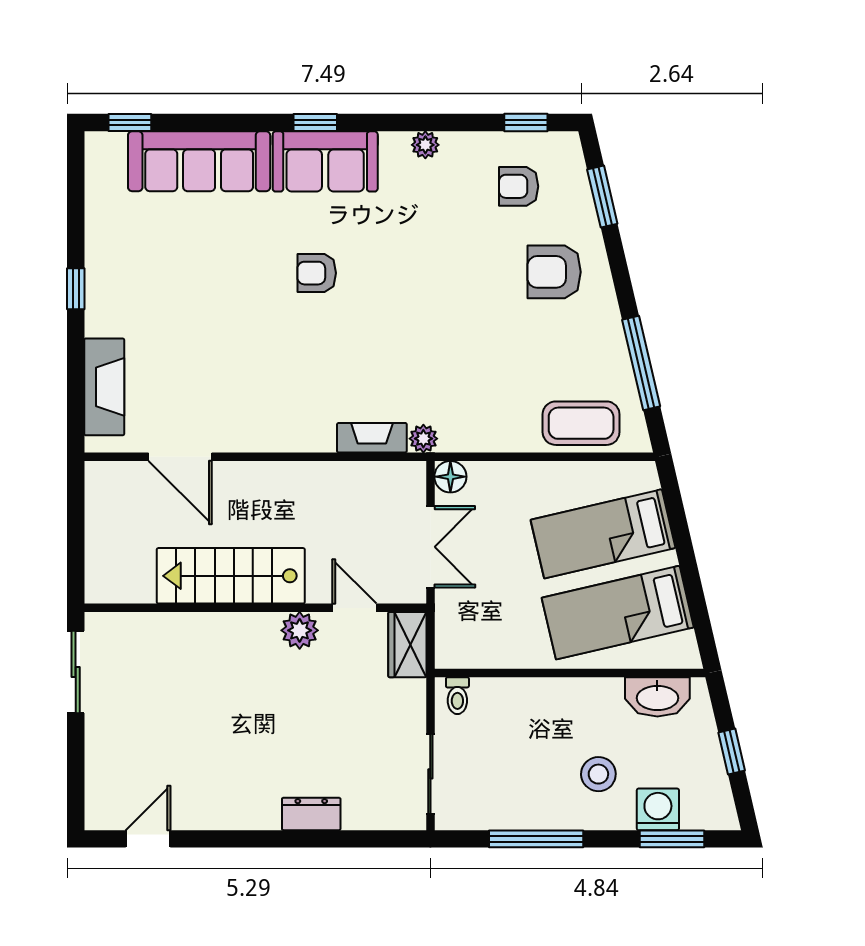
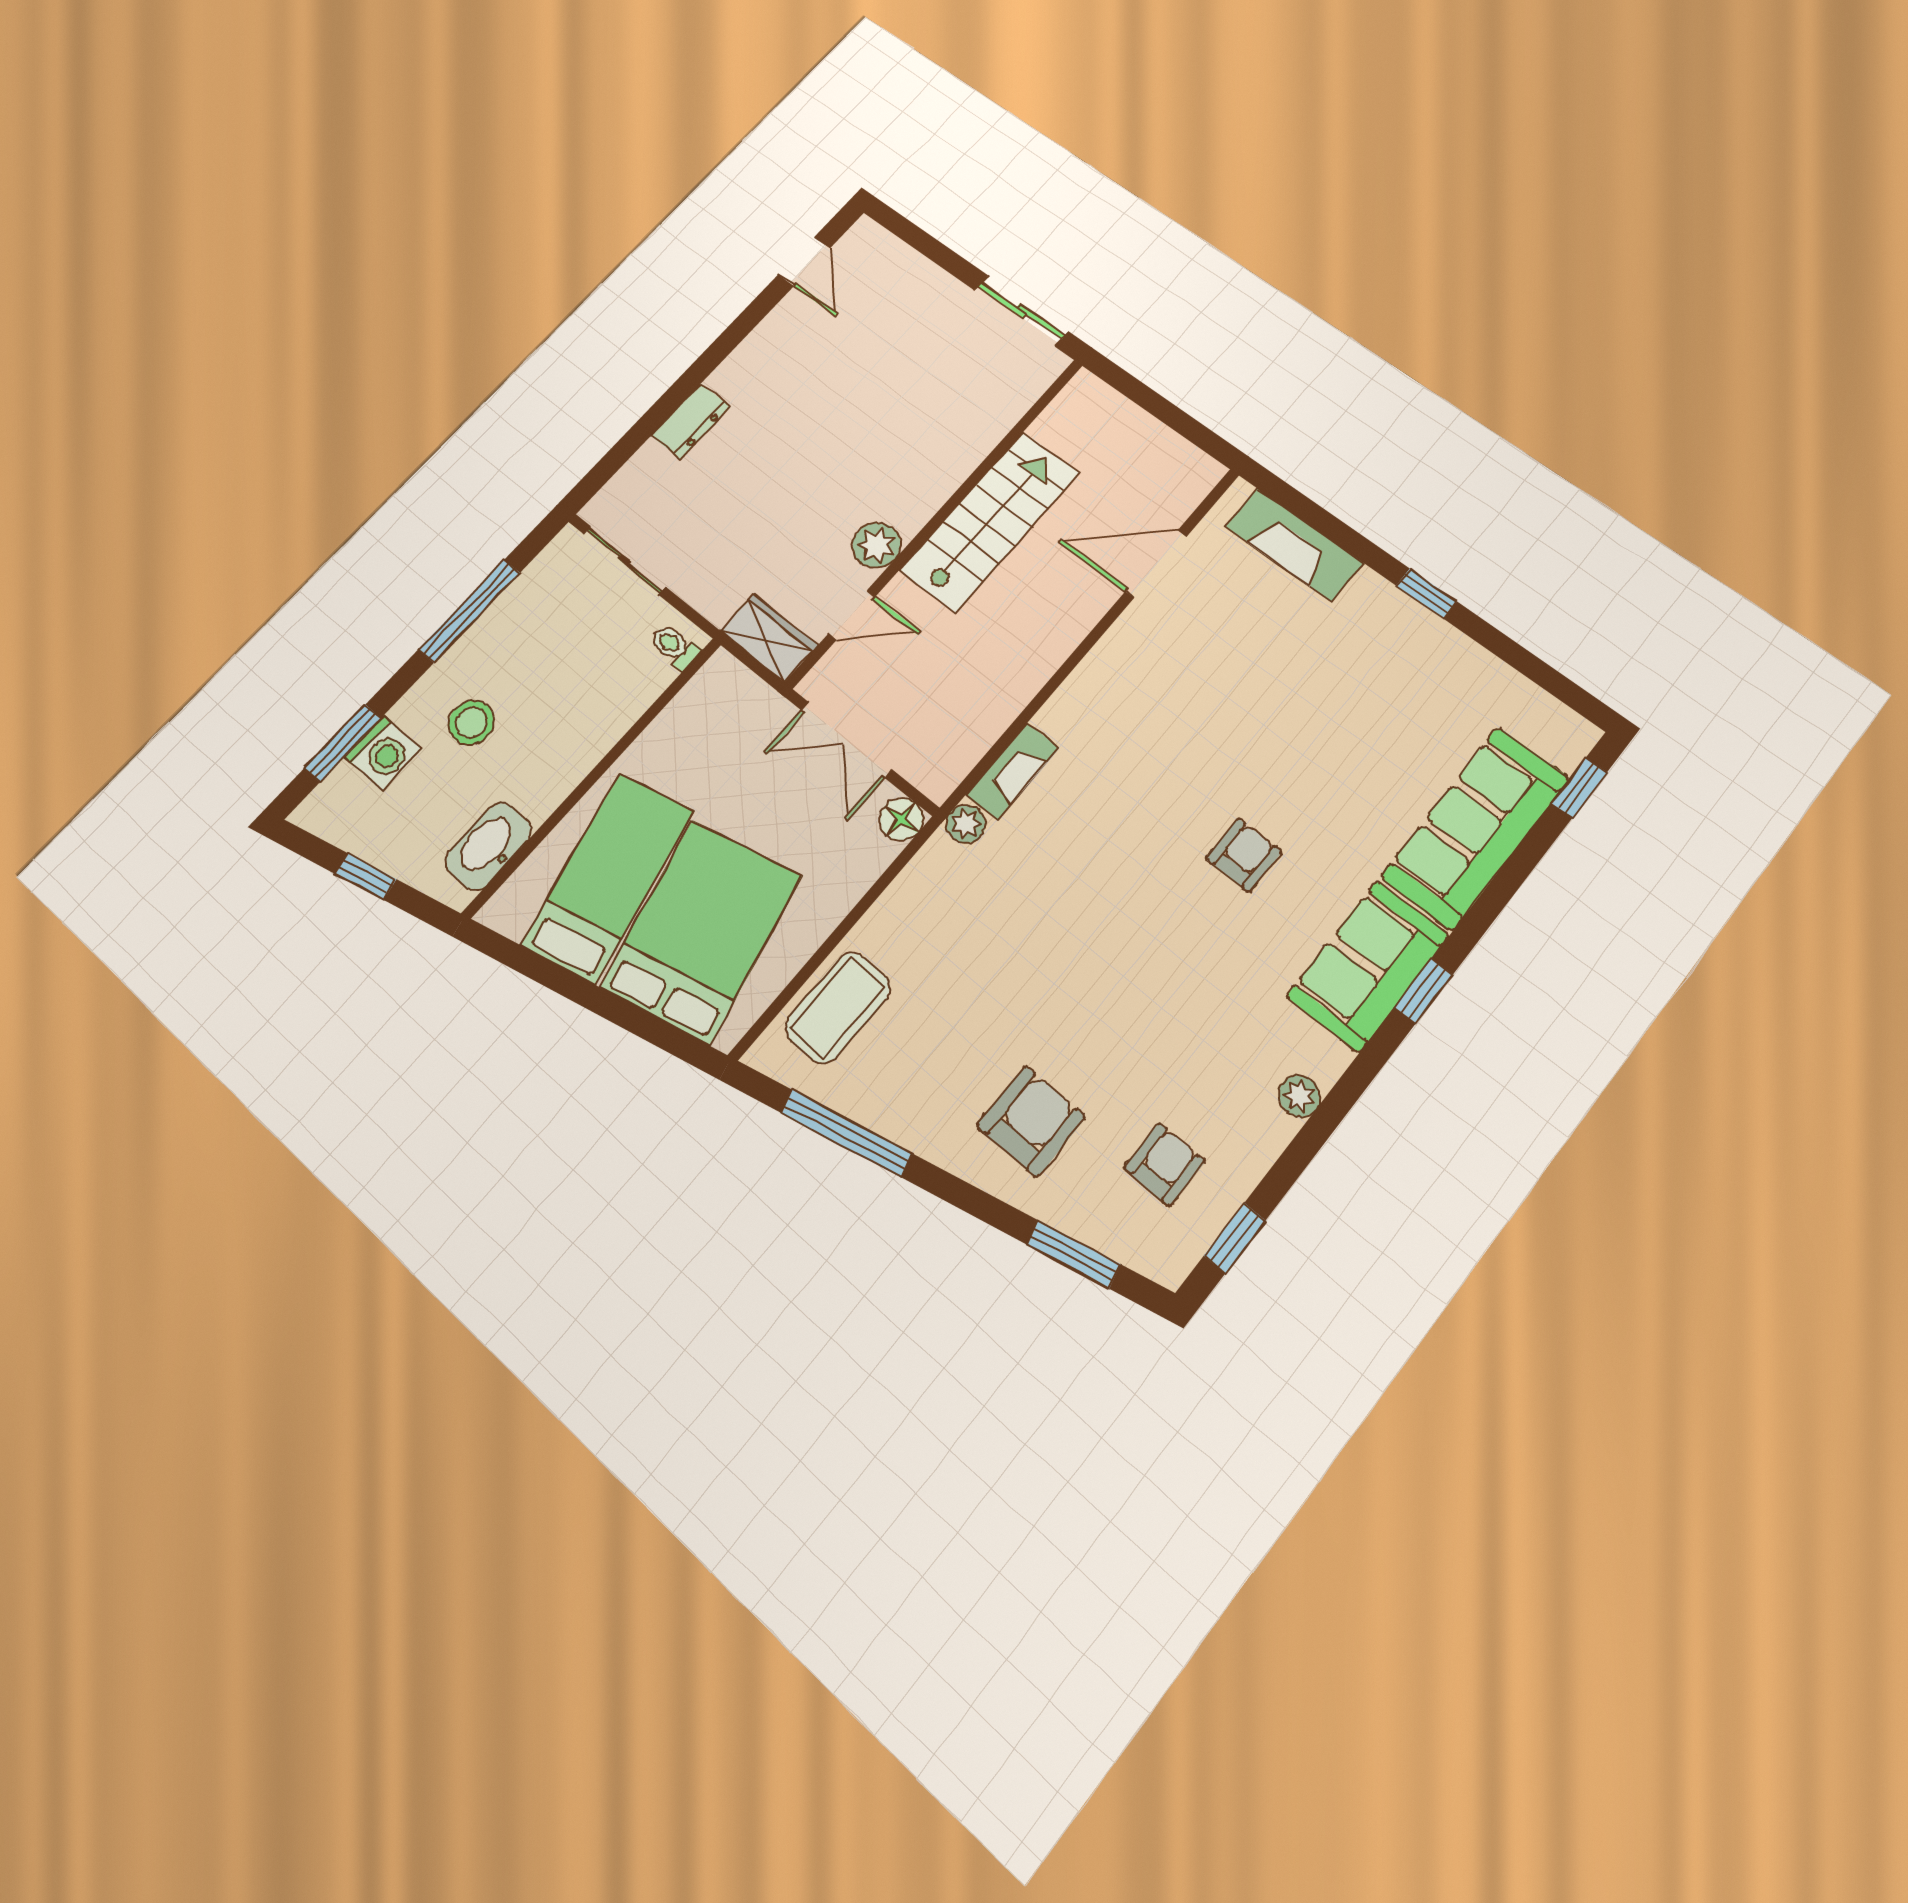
bed: (603, 534) -> (701, 931), width x1.50

